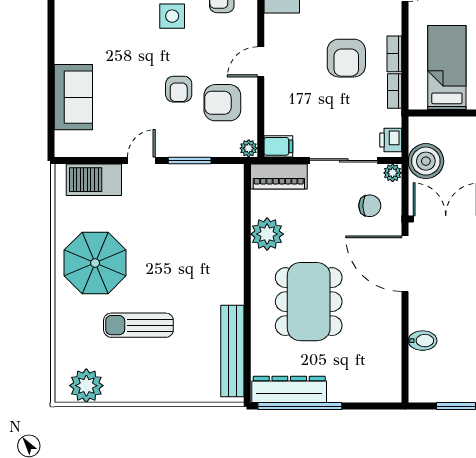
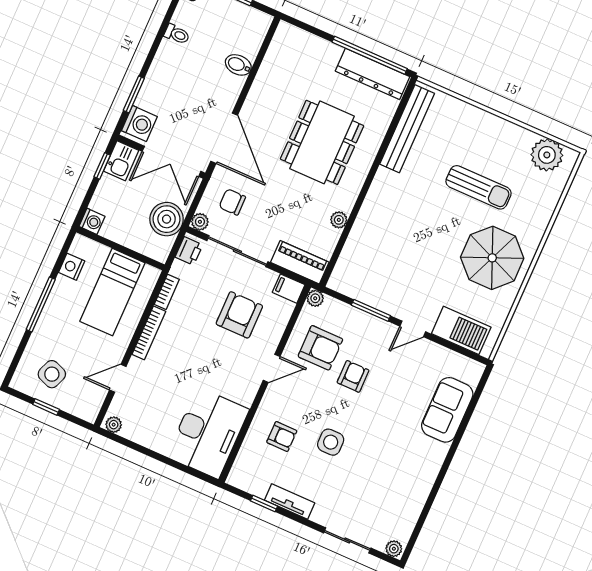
bookcase: (394, 54) -> (149, 333), width x1.56
armchair: (346, 58) -> (239, 315), moved
plant: (267, 234) -> (339, 220), width x0.53, depth x0.53

